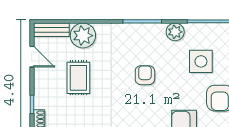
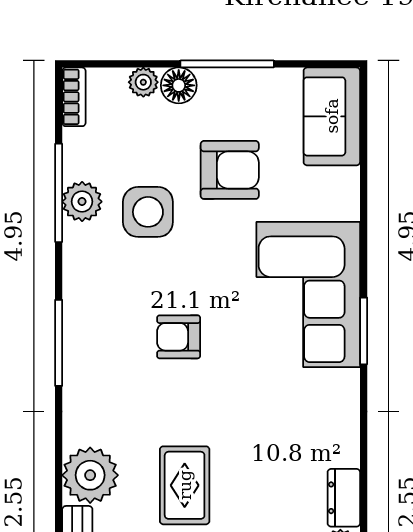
plant: (175, 32) -> (82, 202), moved
rug: (78, 78) -> (185, 485), turned 90

